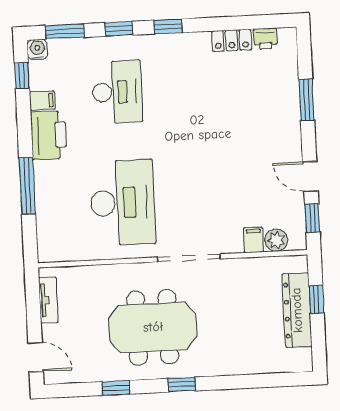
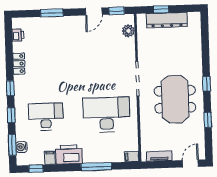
locker: (232, 40) -> (19, 64), moved
water cooler: (37, 49) -> (21, 147), moved
filing cabinet: (254, 240) -> (132, 157), moved

